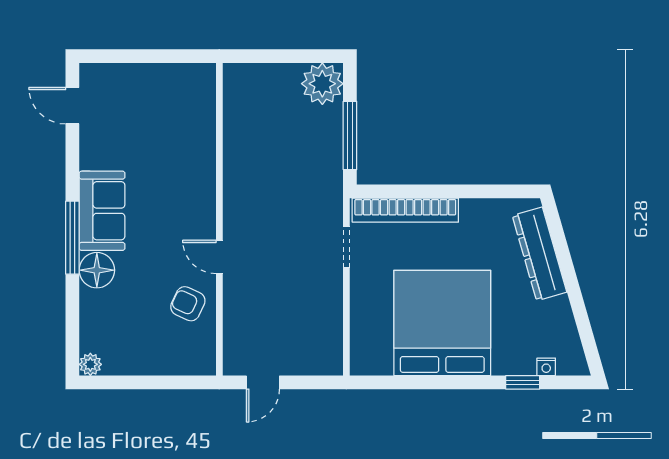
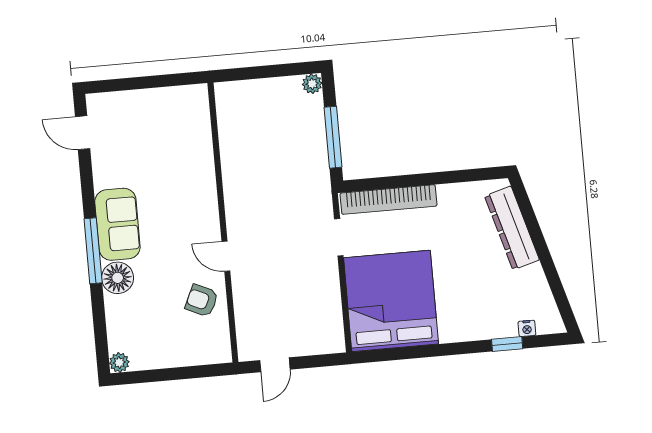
plant: (322, 84) -> (312, 84), width x0.53, depth x0.53
bed: (442, 323) -> (391, 301), moved

